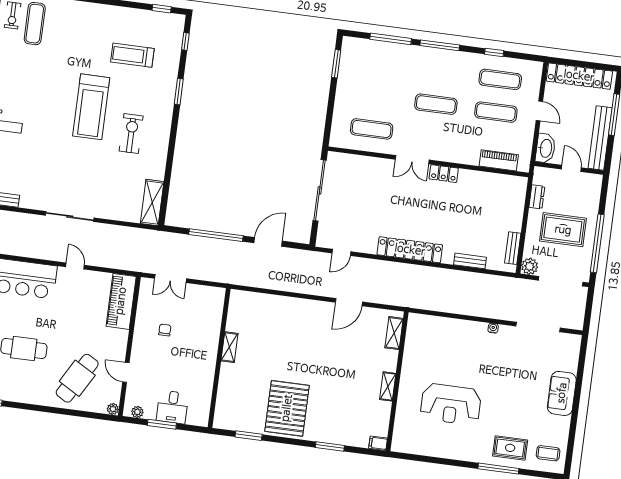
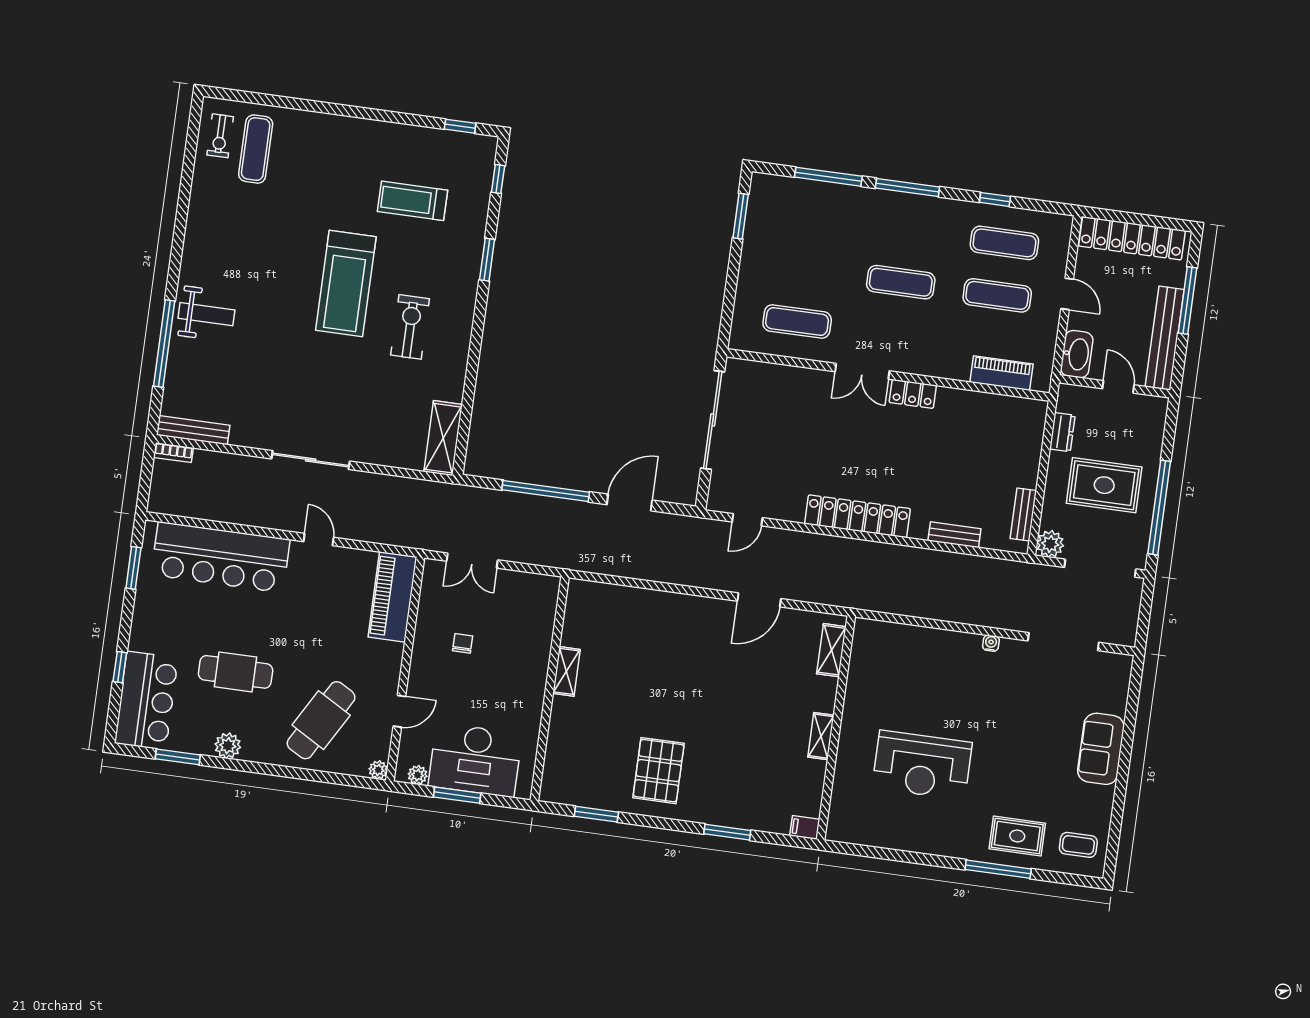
door: (126, 372) -> (399, 711), swing flipped
plant: (19, 394) -> (228, 746), added
desk: (172, 407) -> (475, 760), width x1.87, depth x1.30
pallet: (287, 408) -> (659, 771), width x0.73, depth x0.71

